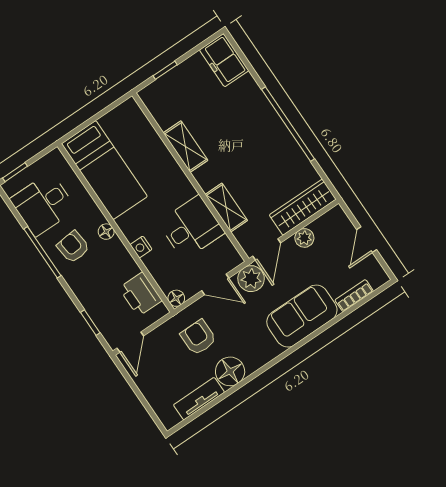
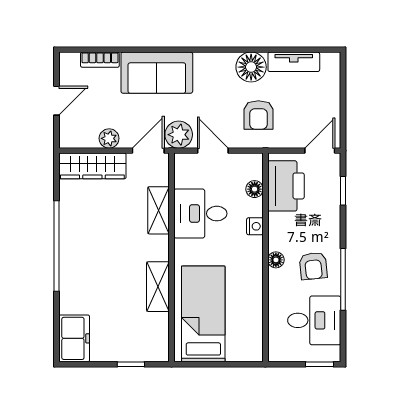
bed: (104, 170) -> (203, 314), moved
printer: (140, 294) -> (286, 186), width x1.37, depth x1.19
floor lamp: (176, 298) -> (255, 189), moved

